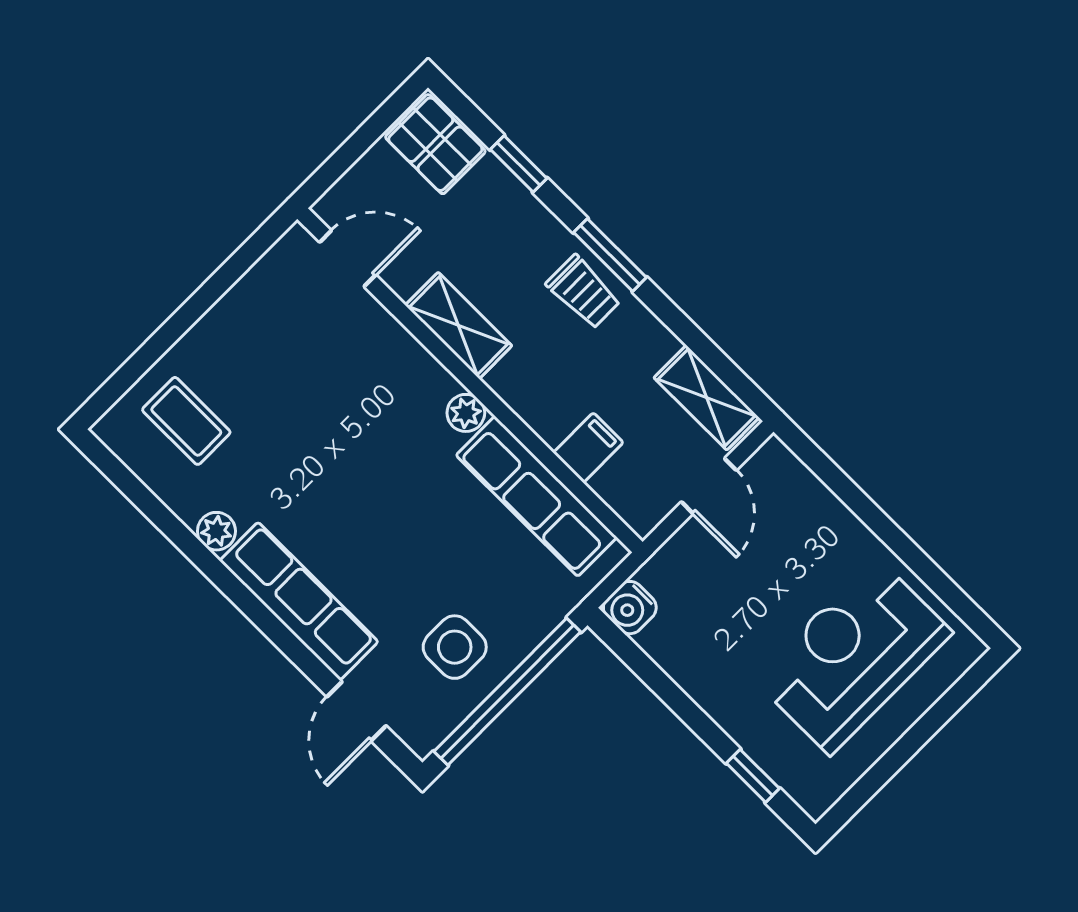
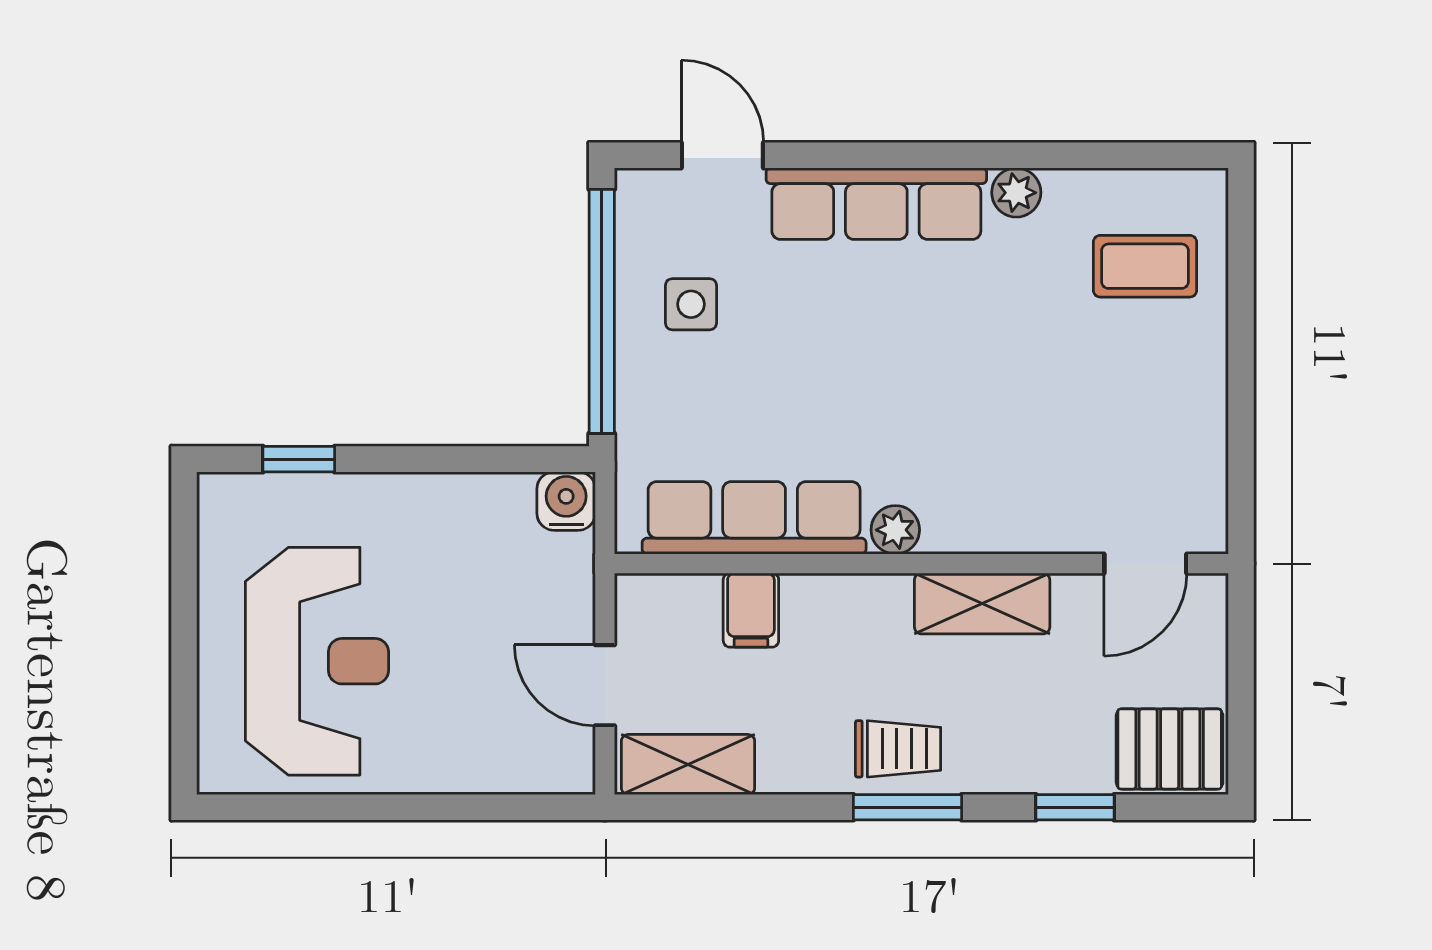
trolley: (583, 292) -> (898, 749), turned 180
side table: (455, 647) -> (691, 304), width x0.73, depth x0.73

